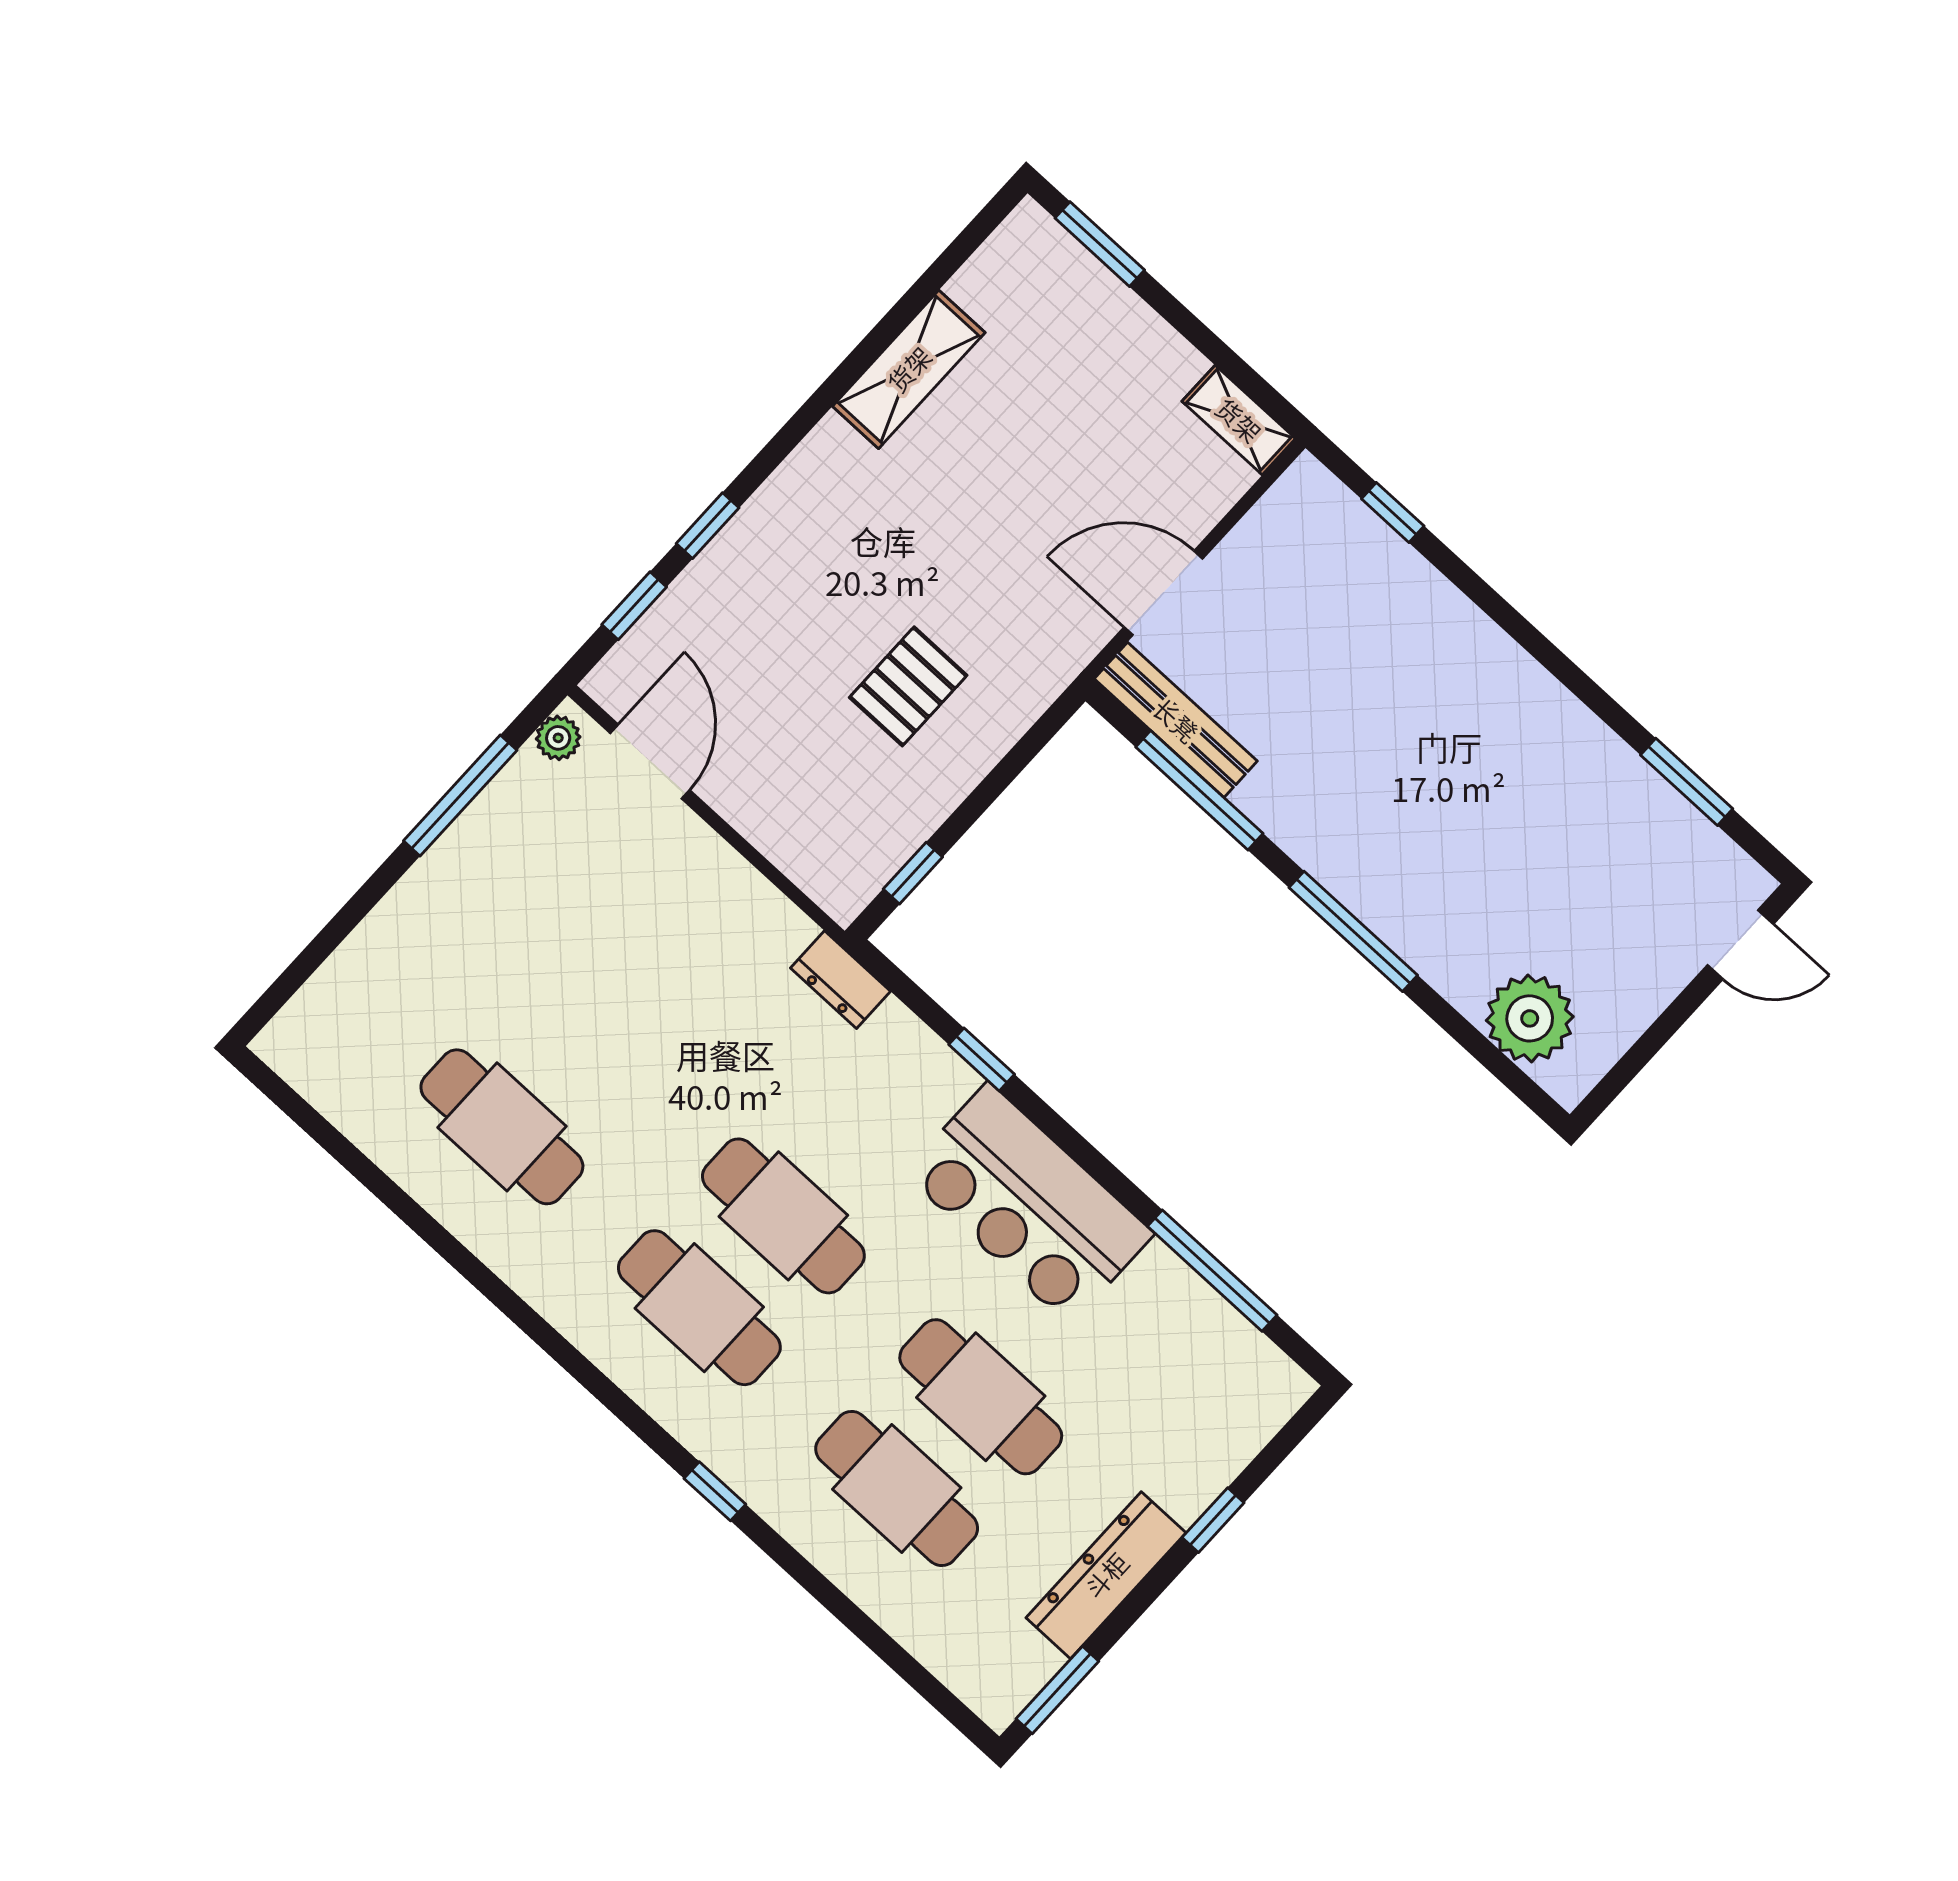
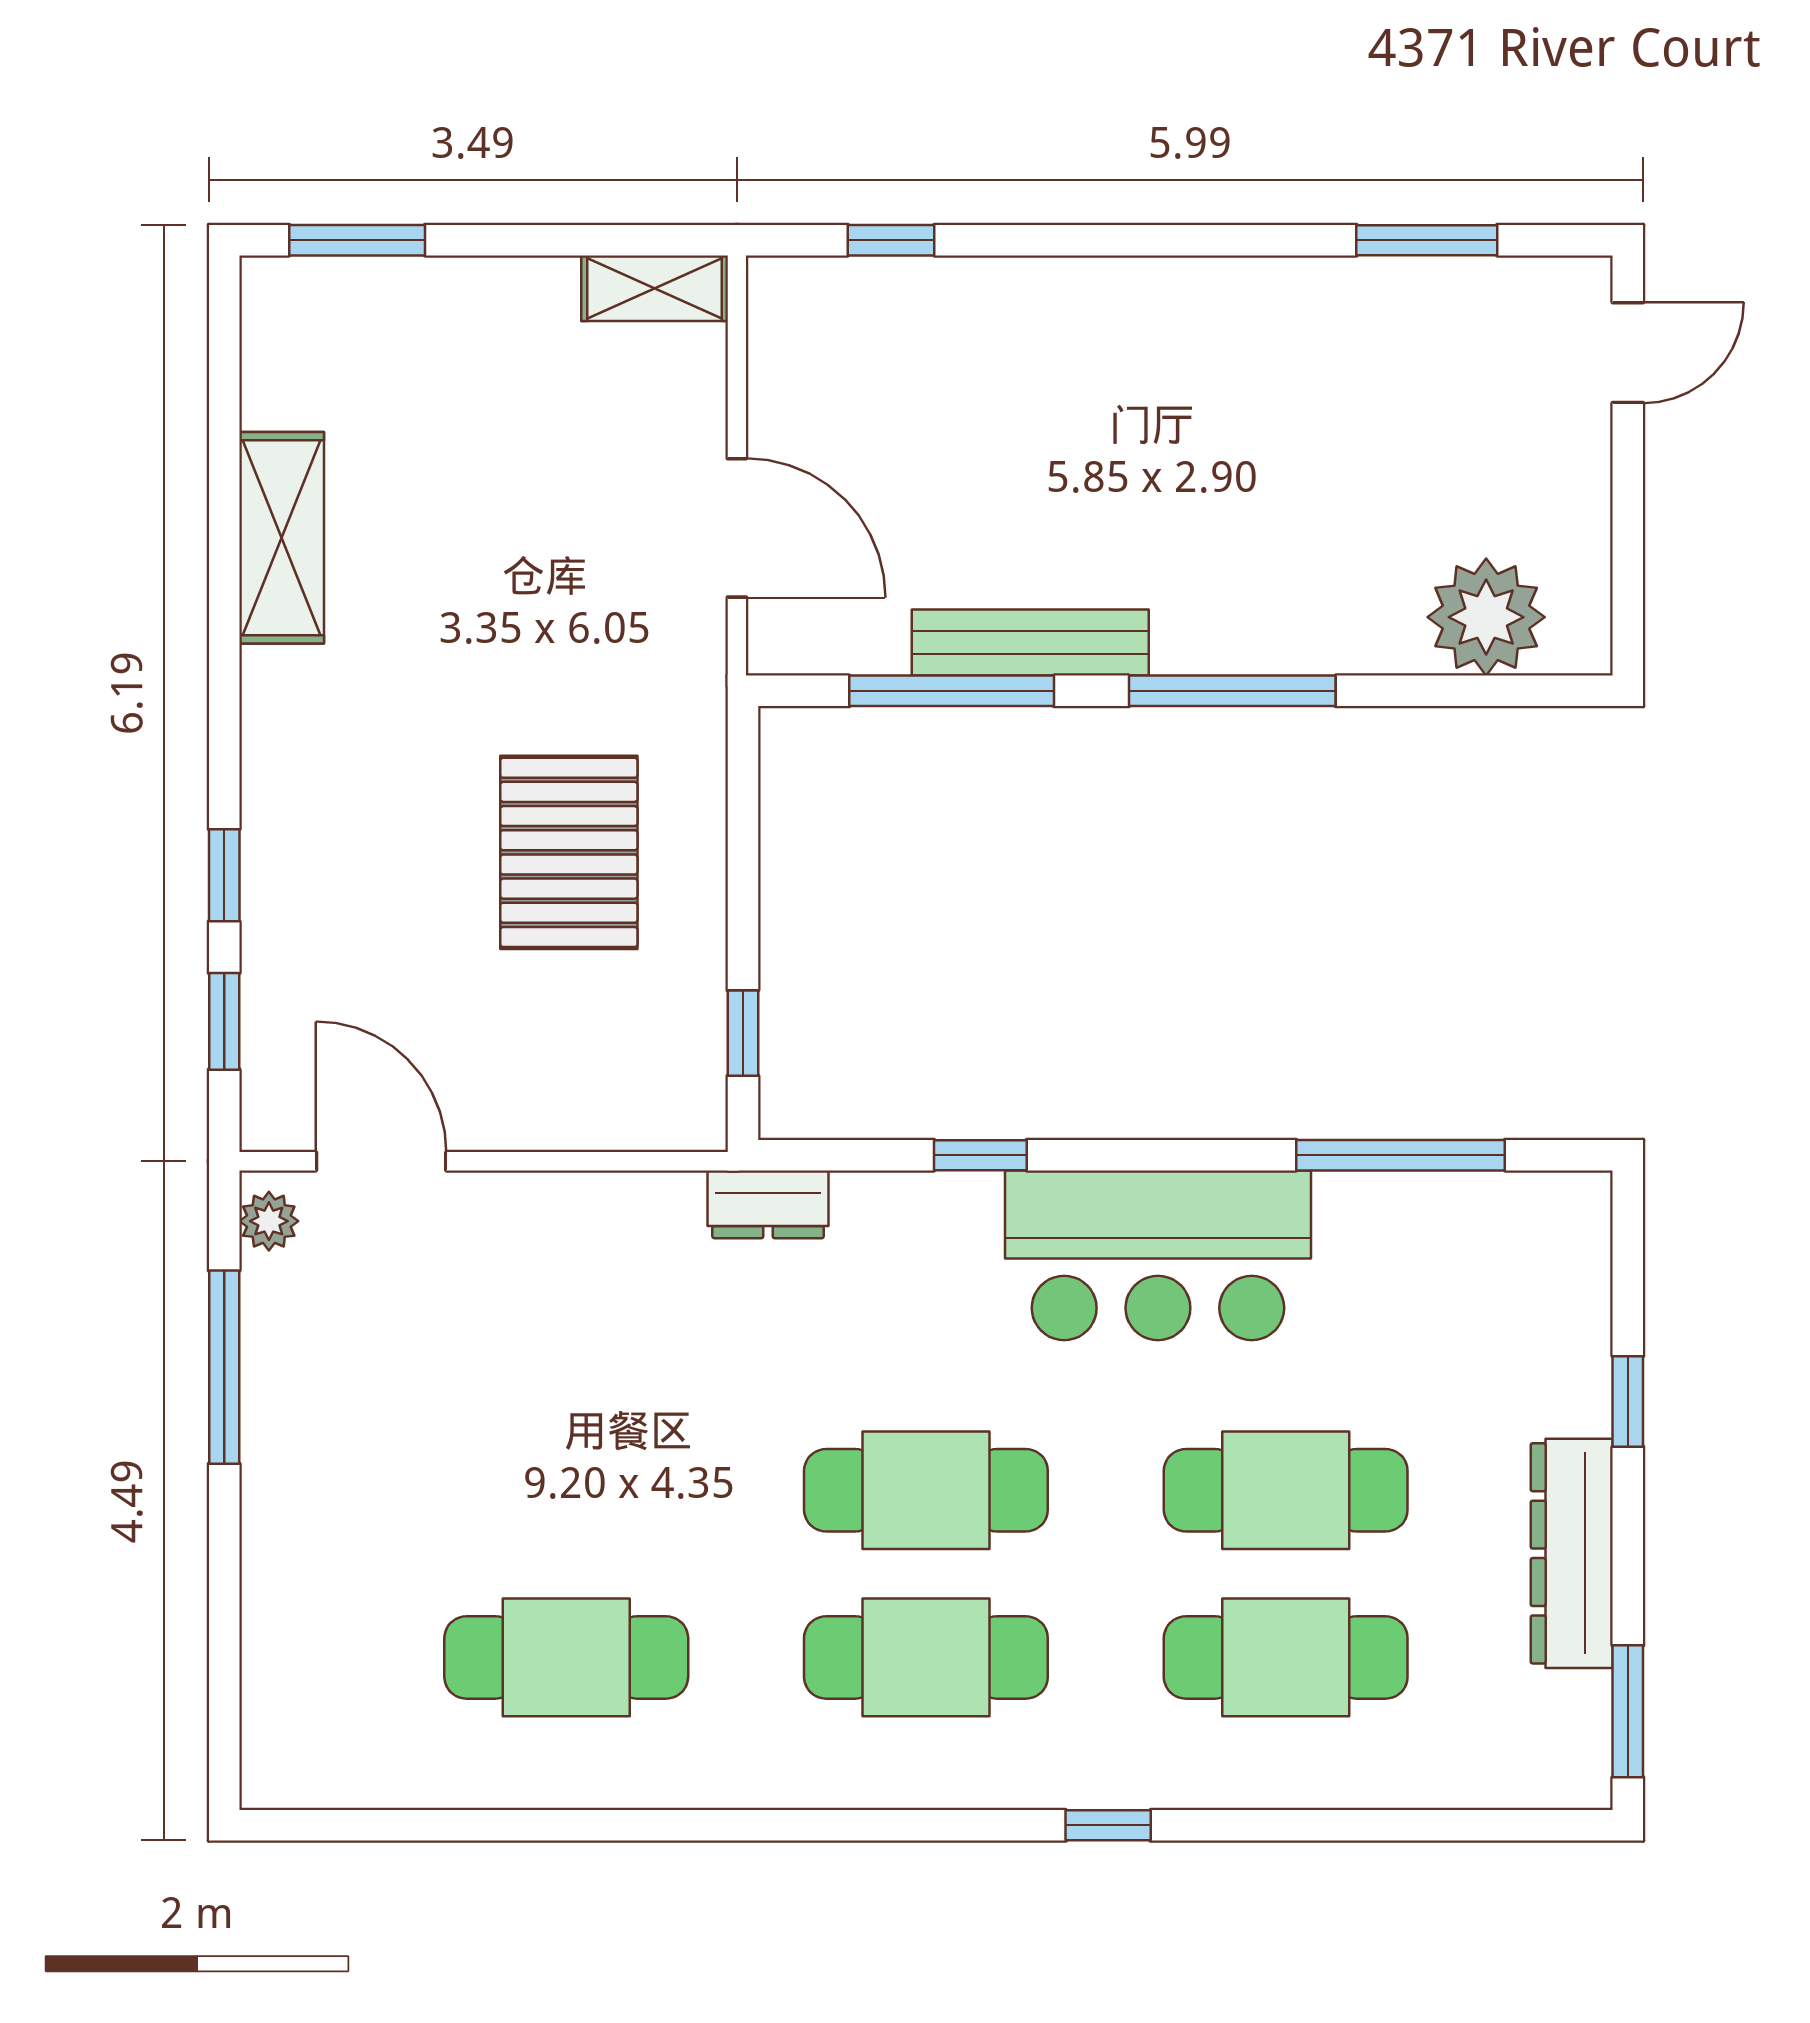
door: (1163, 593) -> (737, 528), swing flipped
pallet: (908, 686) -> (569, 852), width x1.50, depth x1.42
bench: (1176, 720) -> (1030, 643), moved

